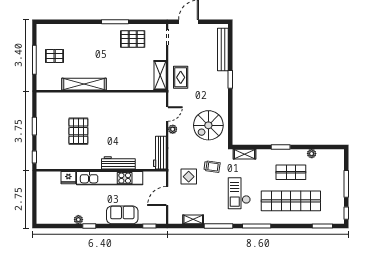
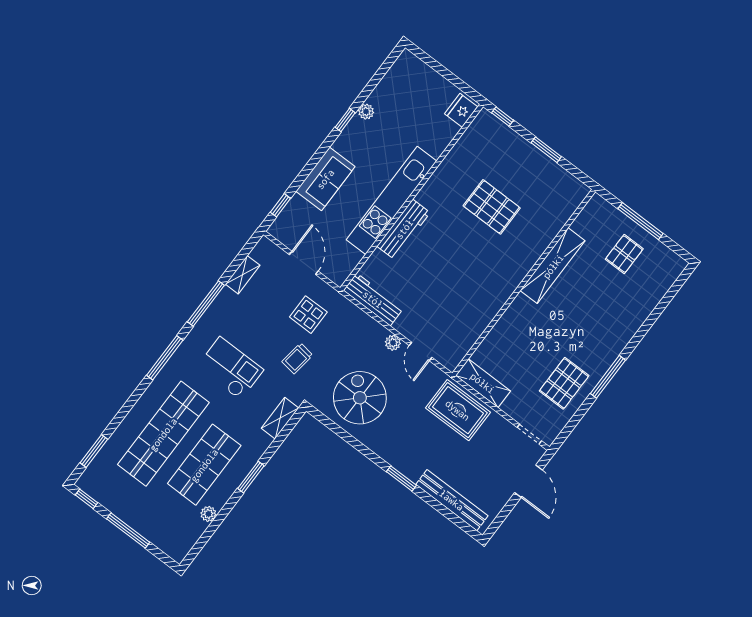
rug: (181, 77) -> (458, 410), width x1.36, depth x1.43
shop shelf: (291, 172) -> (204, 465), width x1.43, depth x1.36
fridge: (68, 178) -> (461, 110), moved

